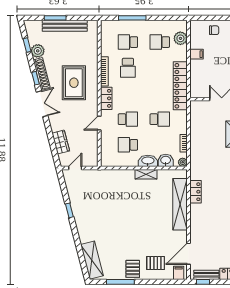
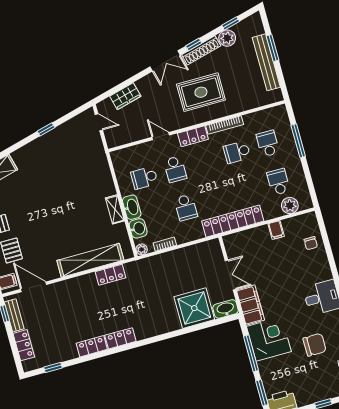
school desk: (128, 145) -> (144, 178), turned -90

